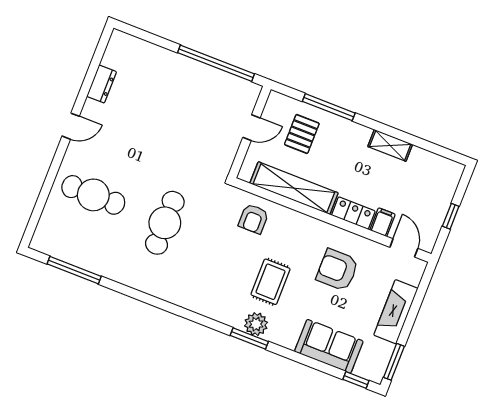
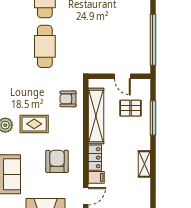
cafe table: (165, 223) -> (45, 46), turned 90

